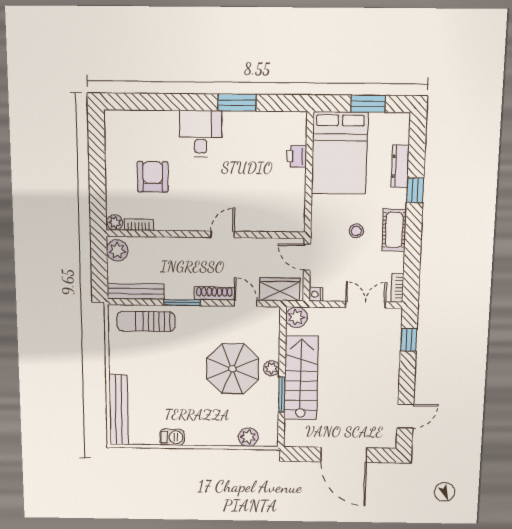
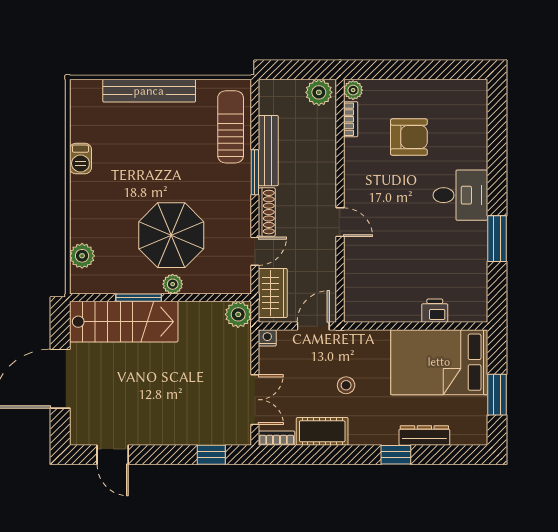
cot: (394, 230) -> (322, 431), moved
bench: (136, 291) -> (268, 151), moved
stairs: (301, 378) -> (124, 322), moved
bench: (119, 410) -> (149, 91), moved

